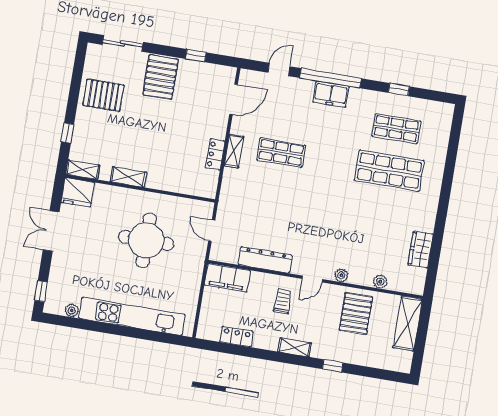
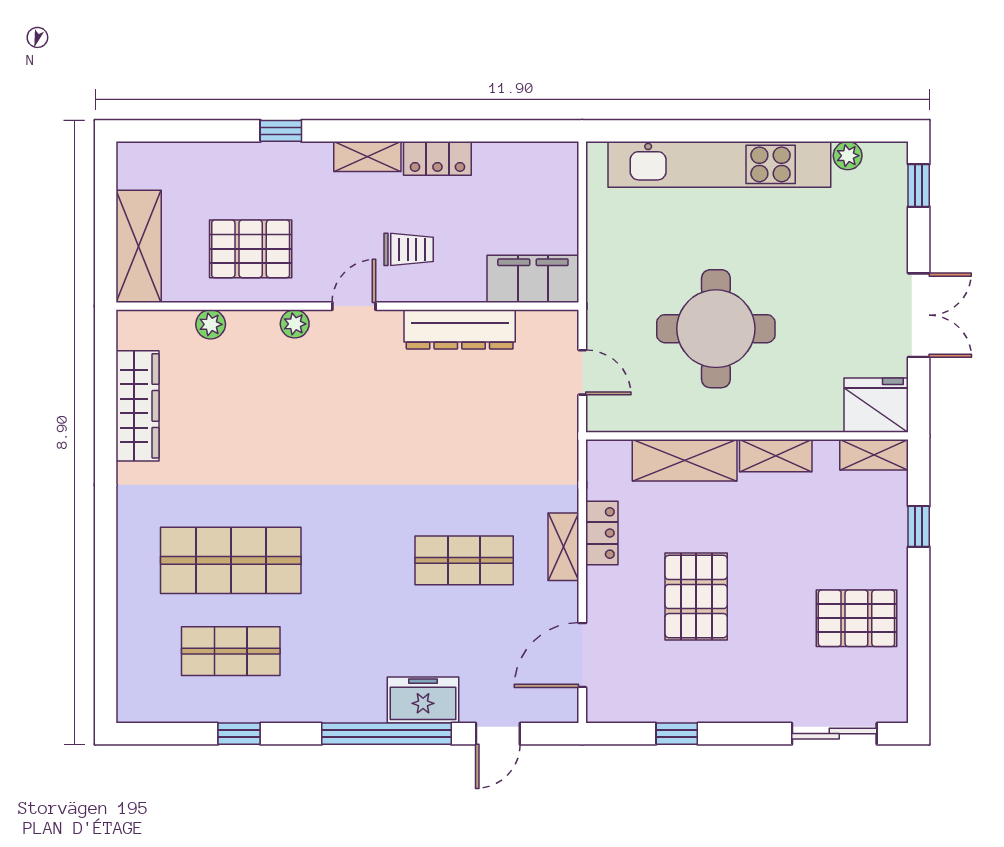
pallet: (161, 77) -> (696, 597), moved
freezer: (331, 94) -> (423, 700), moved
shelving: (171, 182) -> (685, 460), added
wardrobe: (421, 250) -> (137, 406), width x1.50
trolley: (283, 301) -> (409, 249), turned -90
pallet: (356, 314) -> (251, 249), turned 90
locker: (237, 337) -> (437, 158), moved

